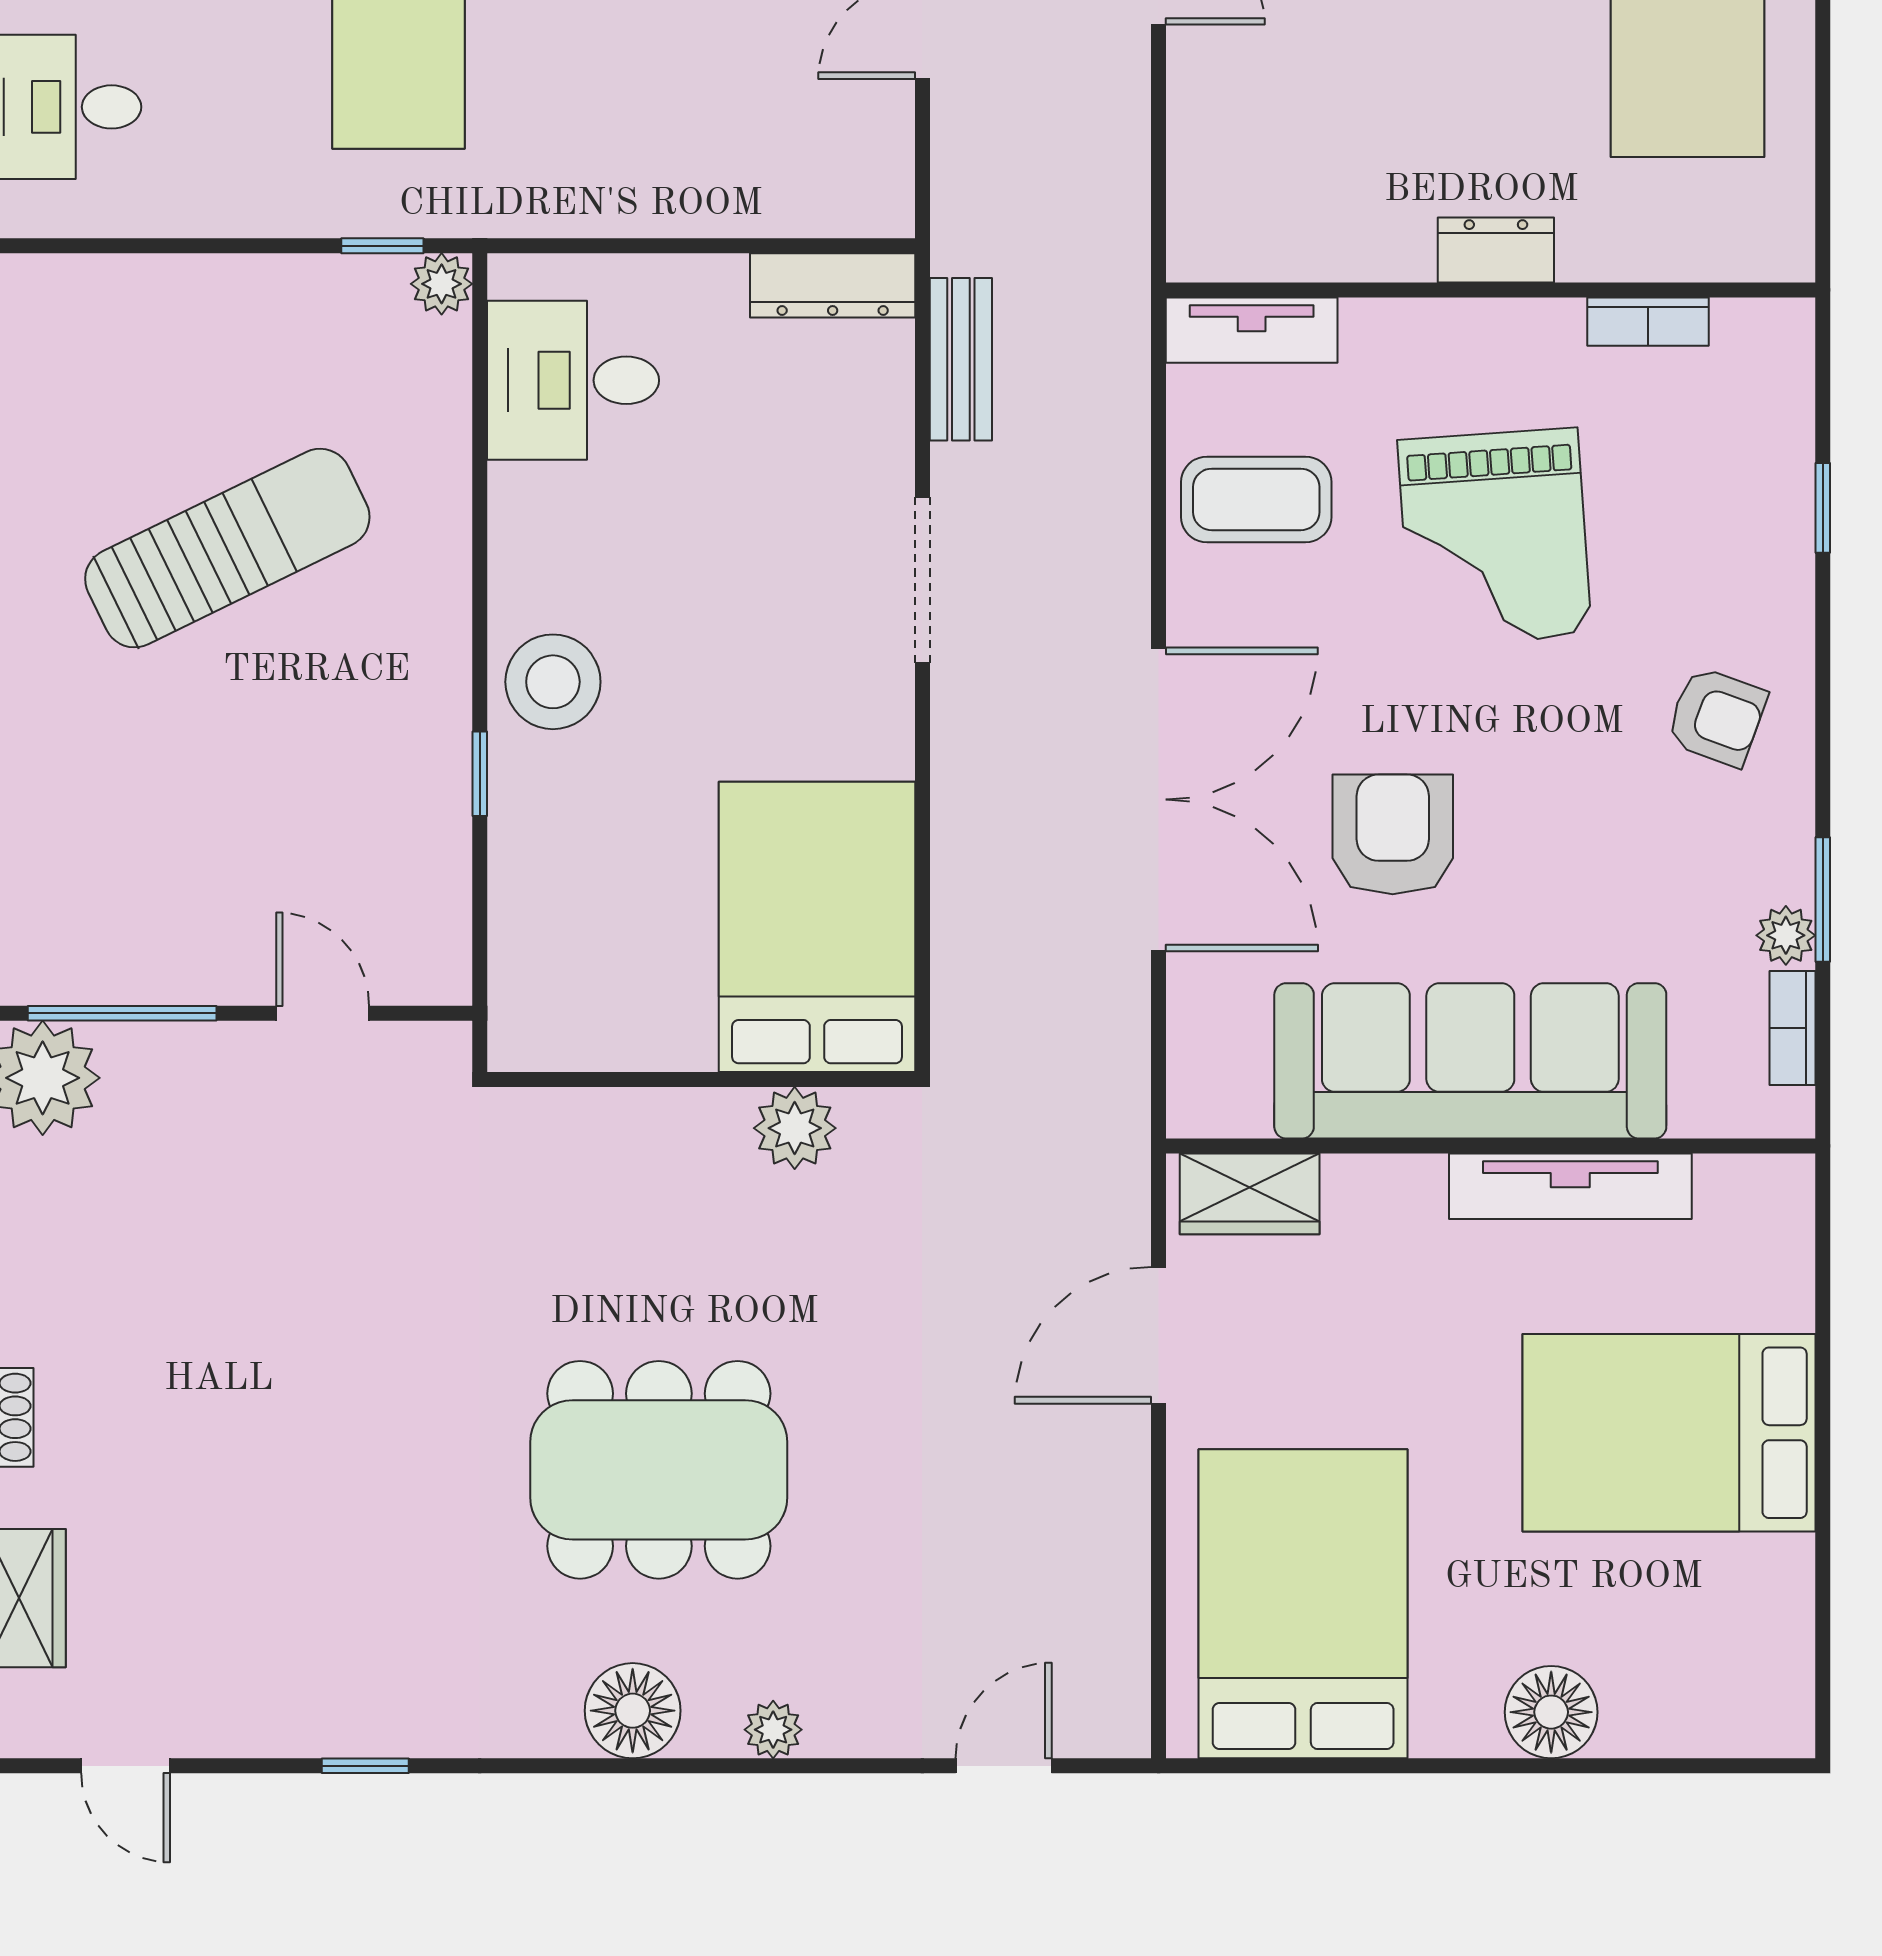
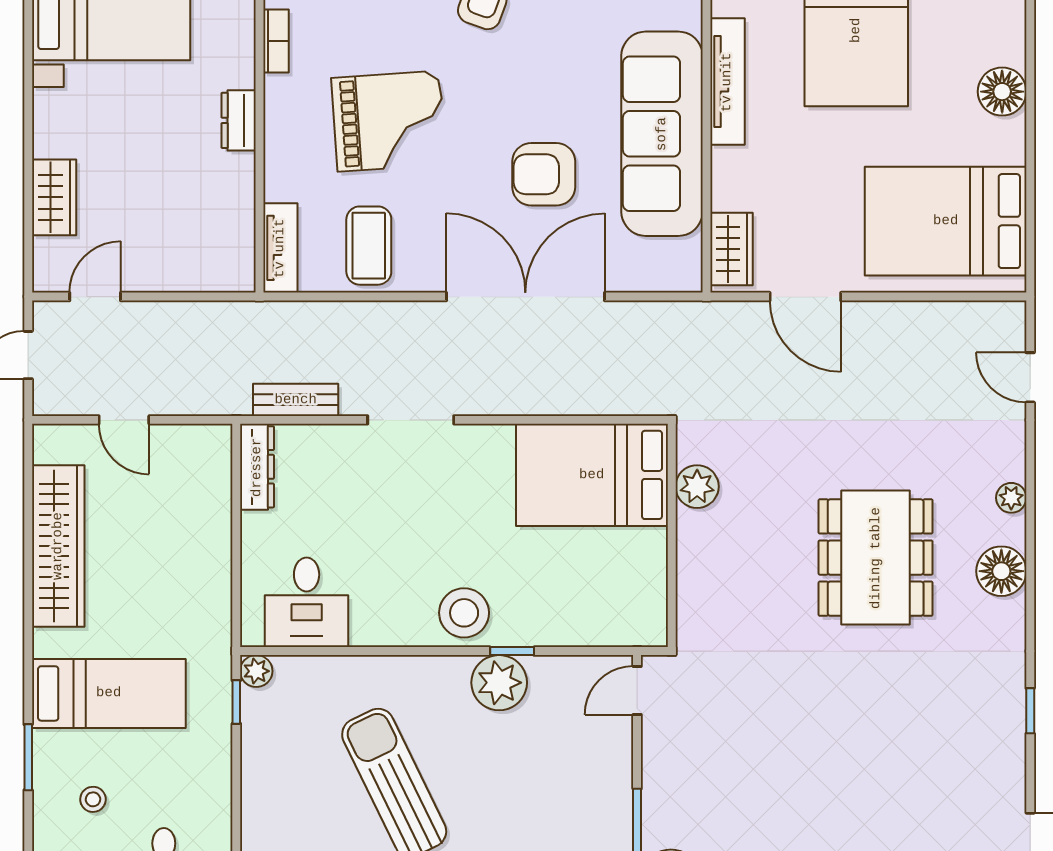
plant: (419, 749) -> (499, 683), added
door: (323, 1013) -> (637, 690), moved

